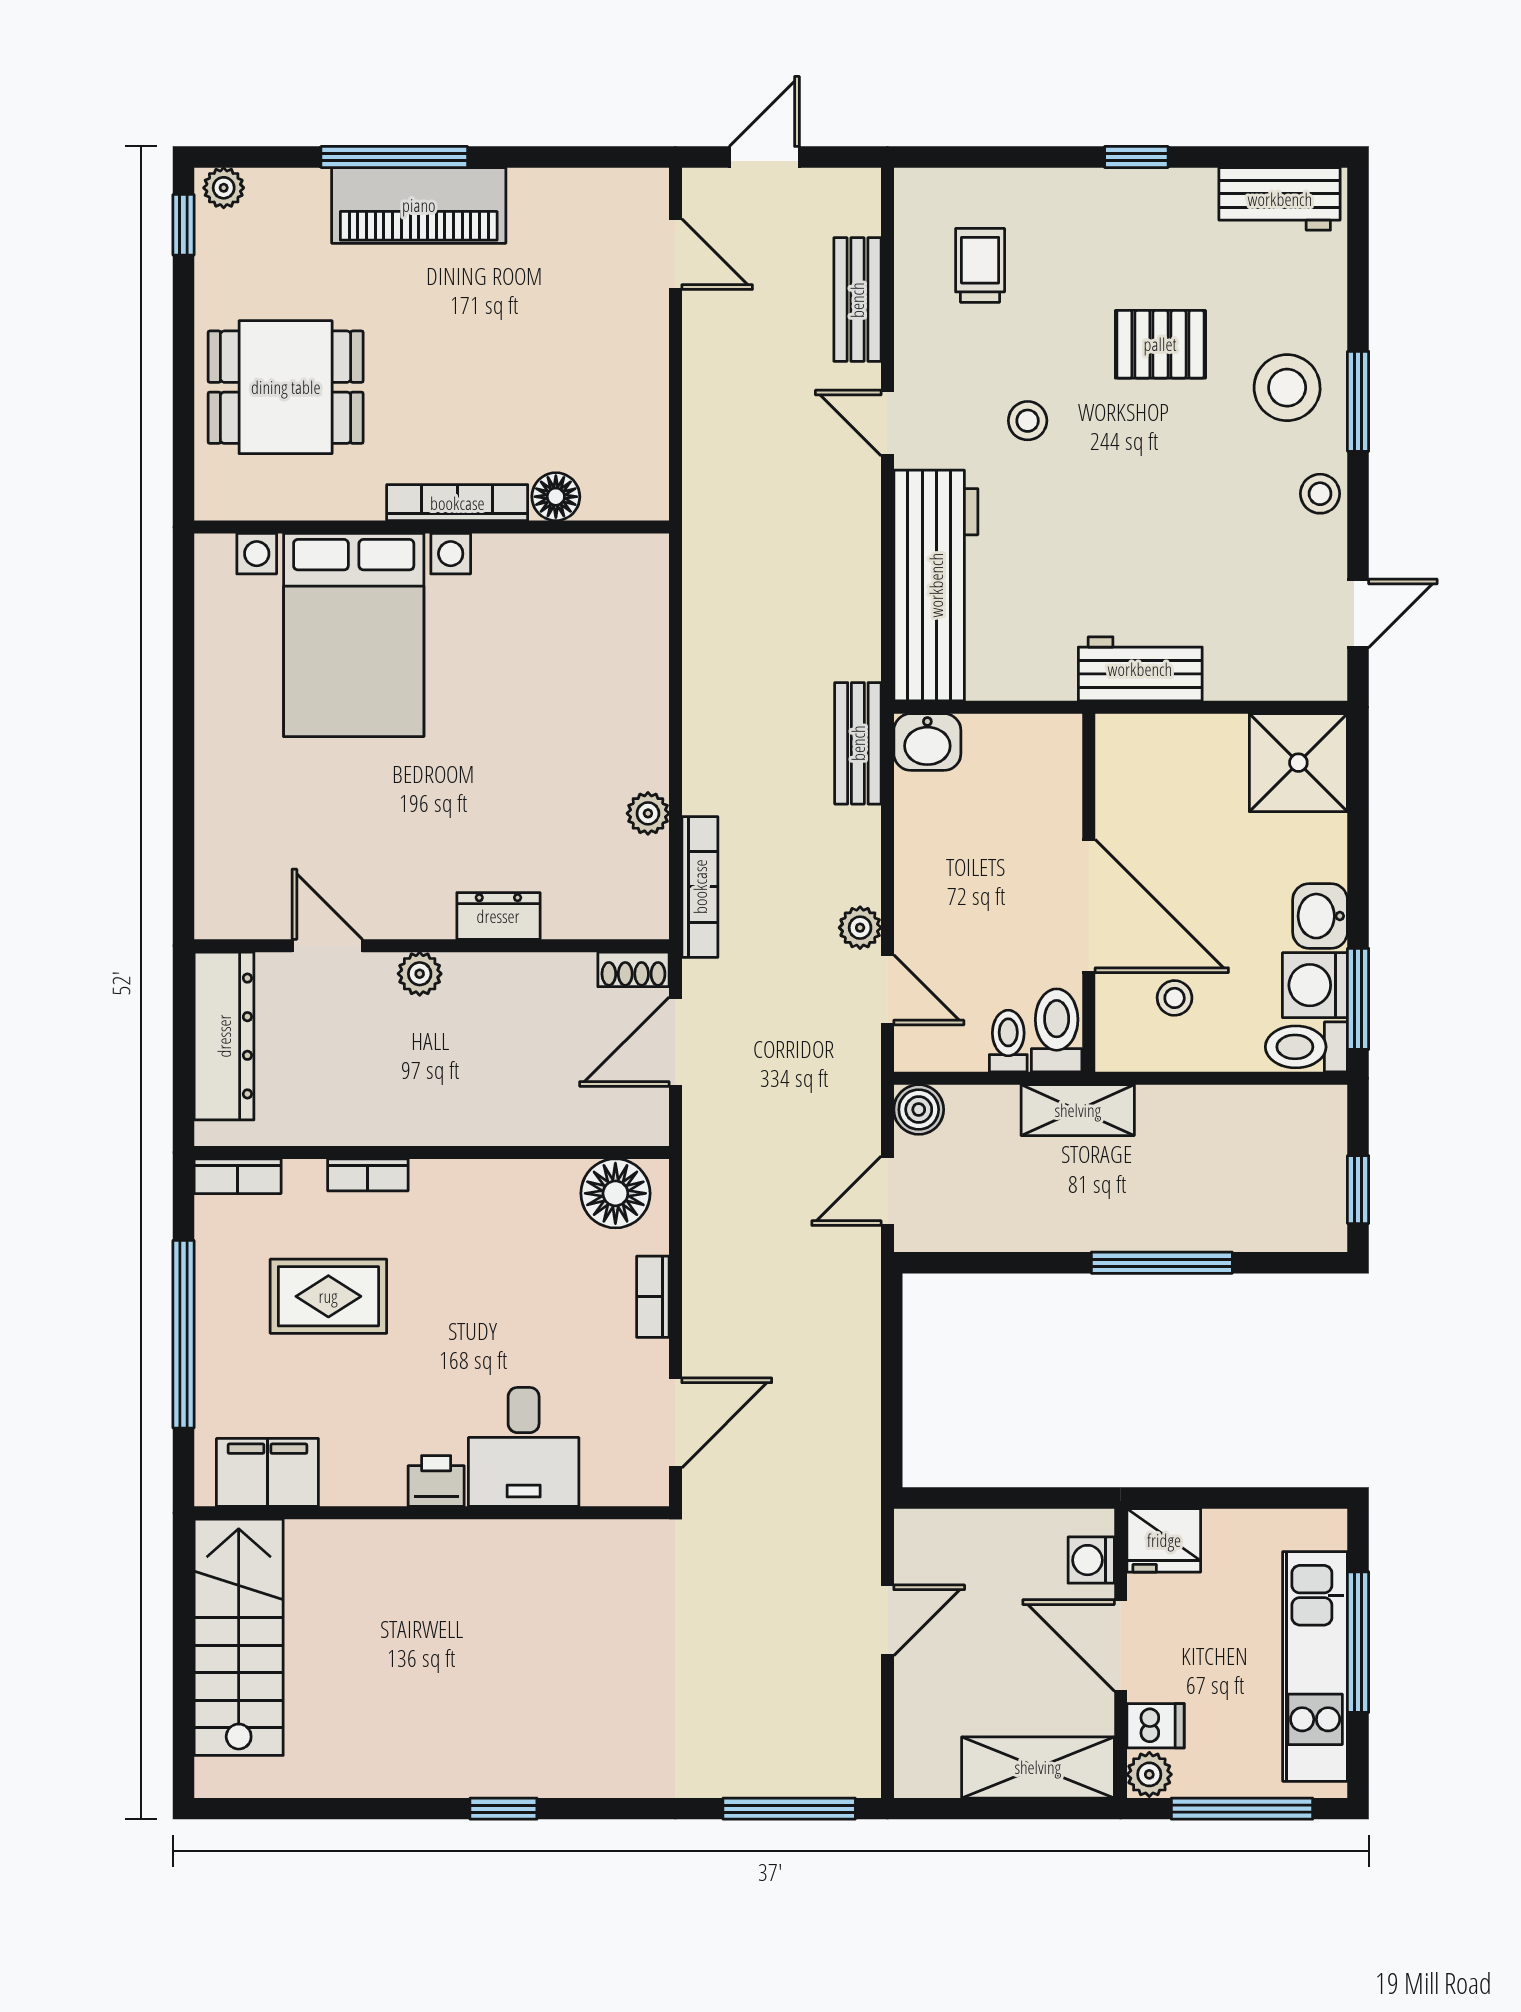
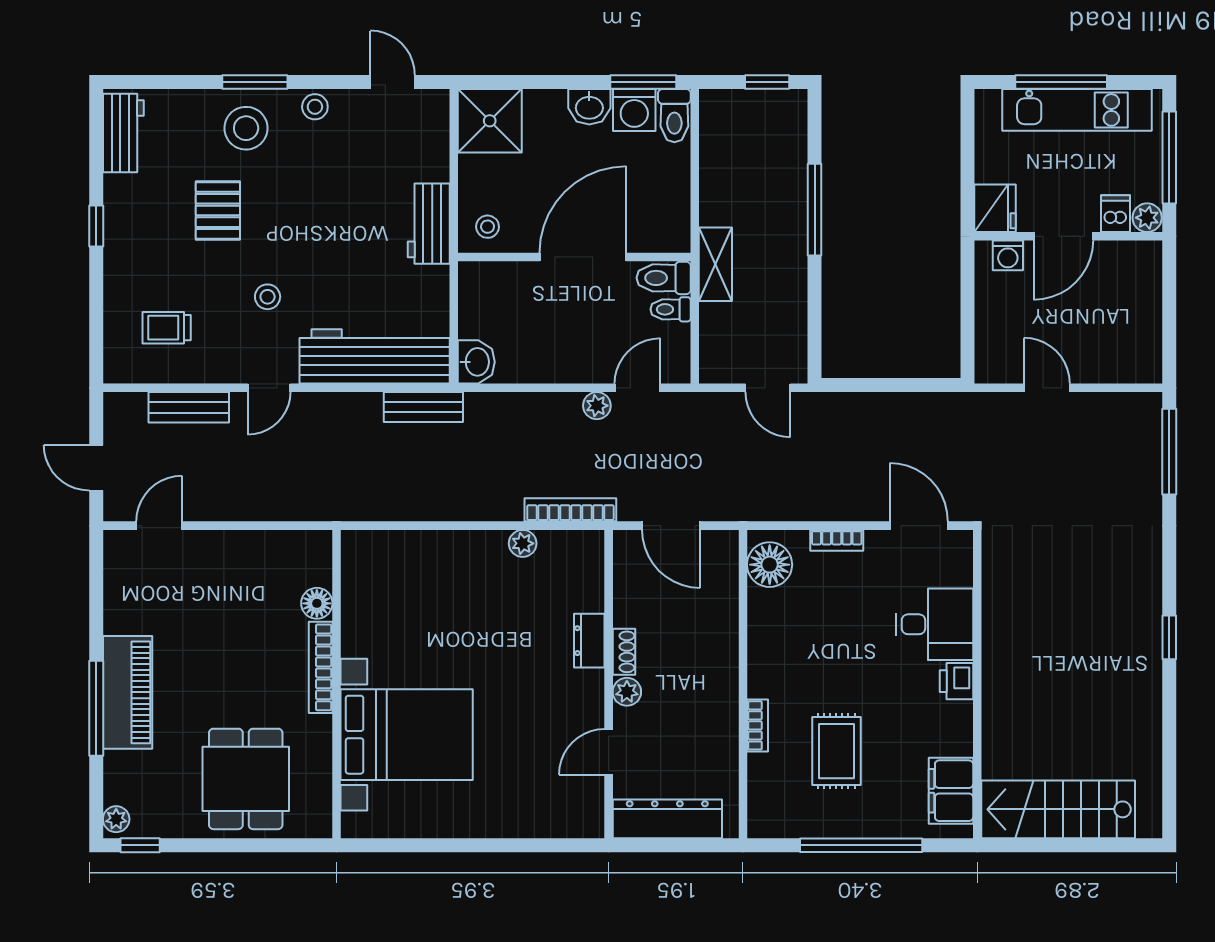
bench: (858, 743) -> (423, 407), moved
shoe rack: (633, 969) -> (624, 652), moved
stool: (1175, 998) -> (488, 227), moved
boiler: (919, 1110) -> (715, 368), removed
bookcase: (238, 1176) -> (758, 810), removed
shelving: (1038, 1767) -> (1143, 290), removed

